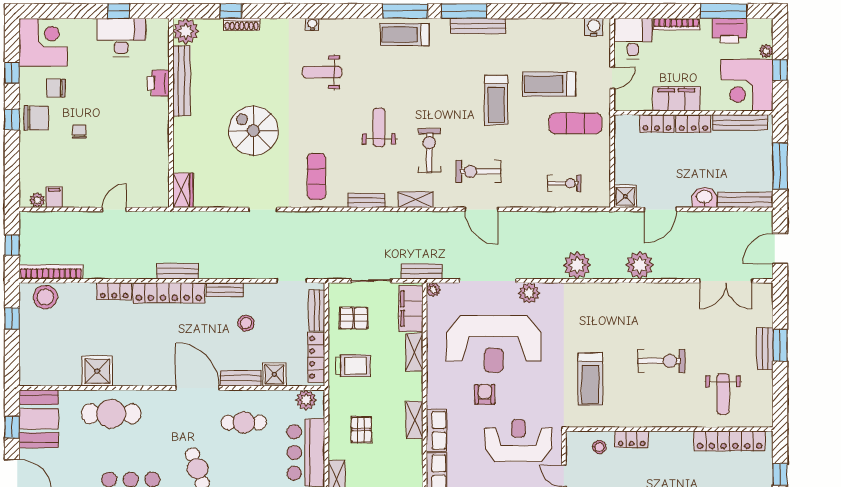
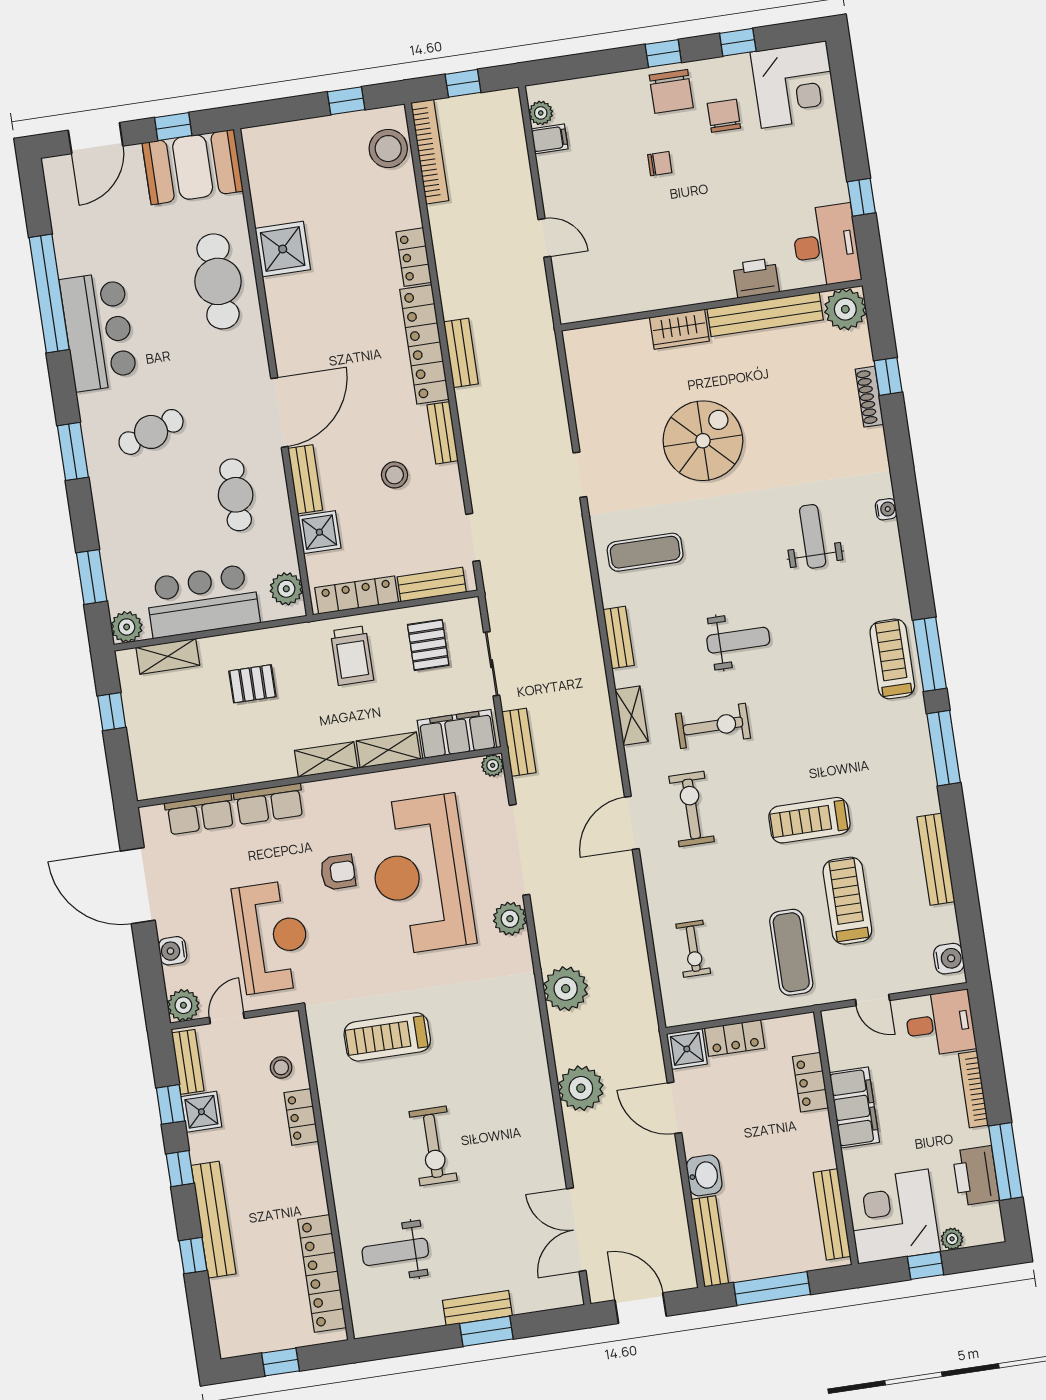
bench: (478, 26) -> (936, 859), moved
desk: (121, 37) -> (826, 246), moved
locker: (693, 124) -> (735, 1038), moved, turned -90
wardrobe: (183, 190) -> (679, 329), moved
shelving: (414, 420) -> (326, 759), moved

